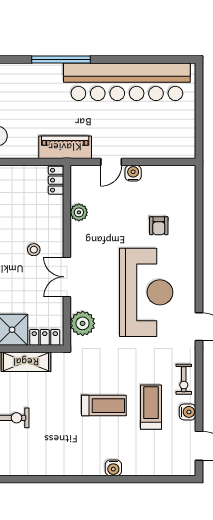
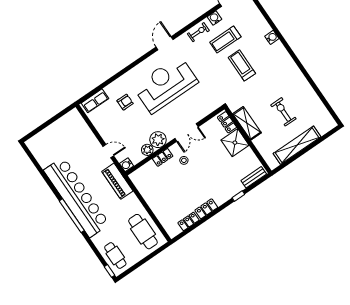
bar counter: (127, 82) -> (77, 197), moved
water cooler: (133, 173) -> (127, 165), moved
locker: (56, 180) -> (163, 157), moved
row of seats: (186, 189) -> (95, 101), added
plant: (83, 323) -> (158, 140), moved

